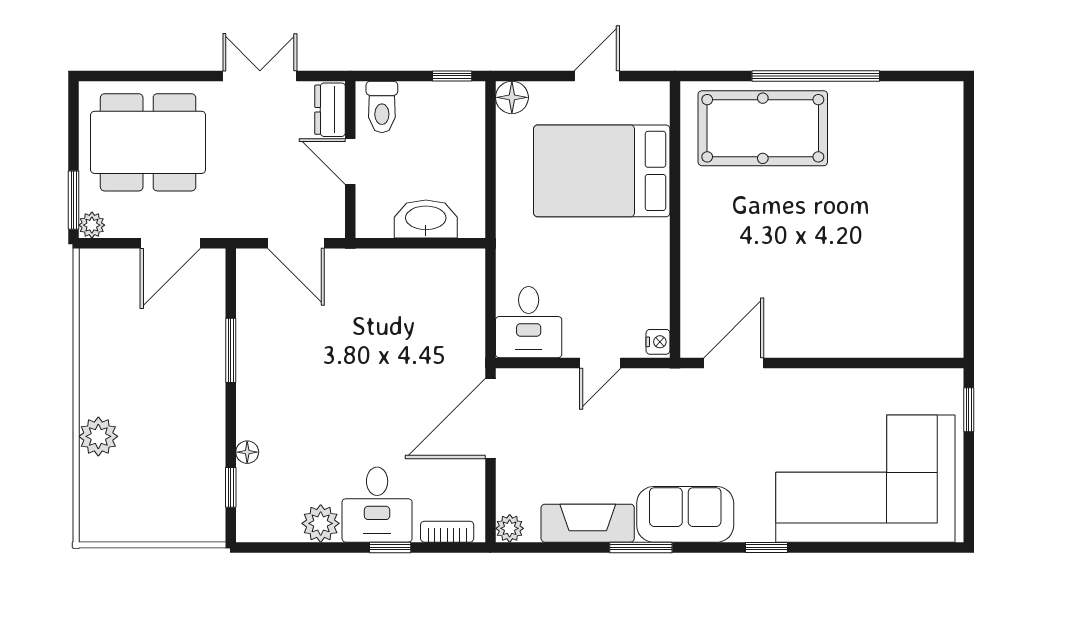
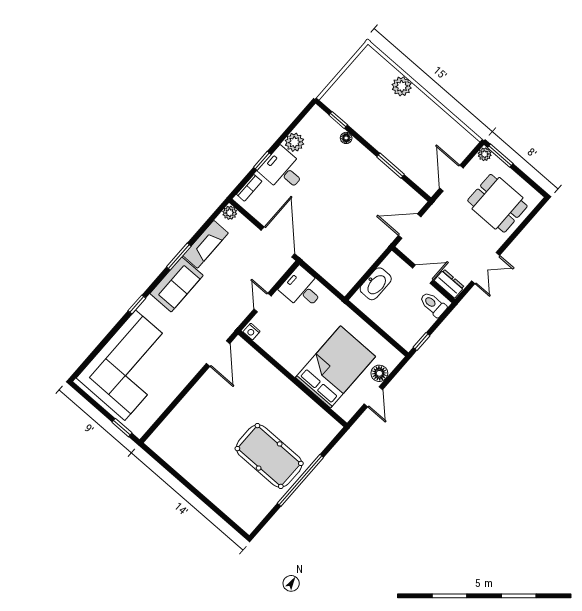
floor lamp: (512, 97) -> (379, 373), moved
pool table: (763, 128) -> (269, 456), moved, turned 90
dining table: (148, 142) -> (497, 203), width x0.73

